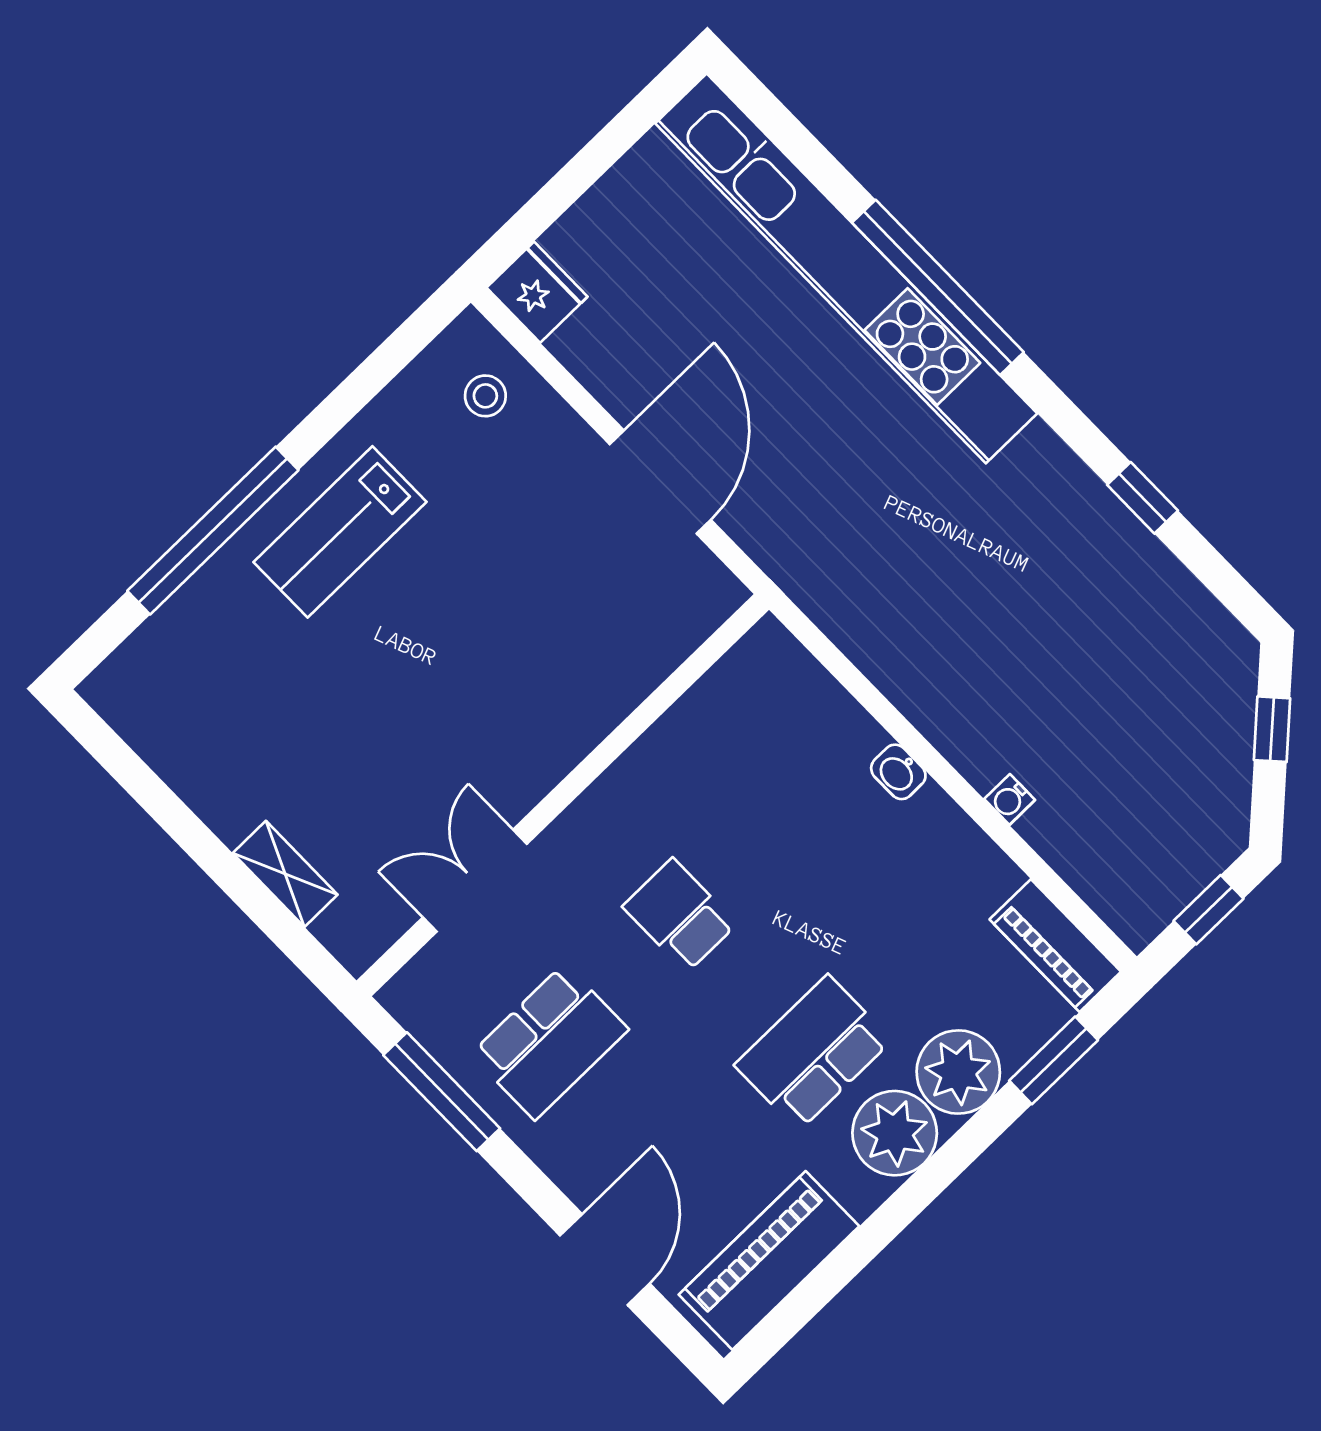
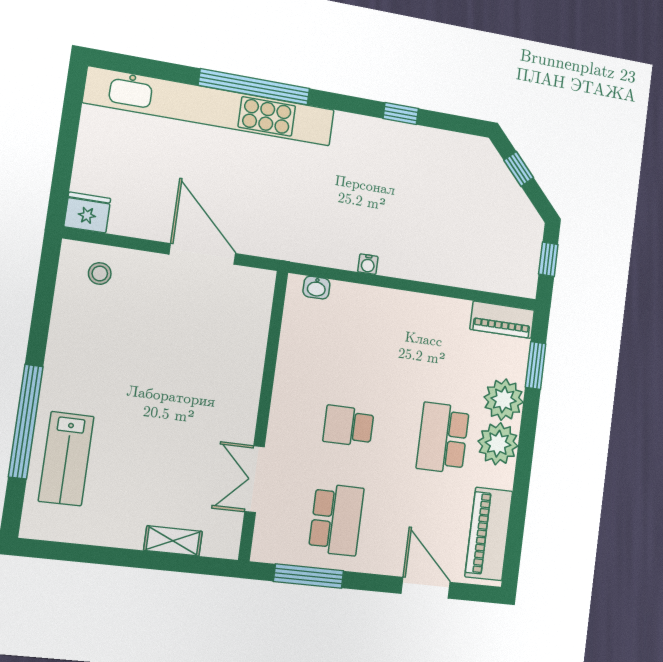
lab bench: (340, 532) -> (66, 459), moved
washbasin: (898, 772) -> (316, 288), moved
water cooler: (1010, 800) -> (368, 264), moved

